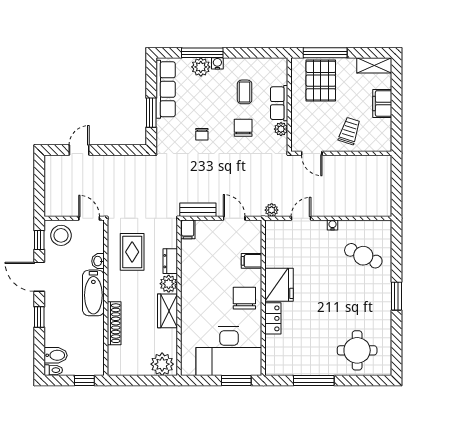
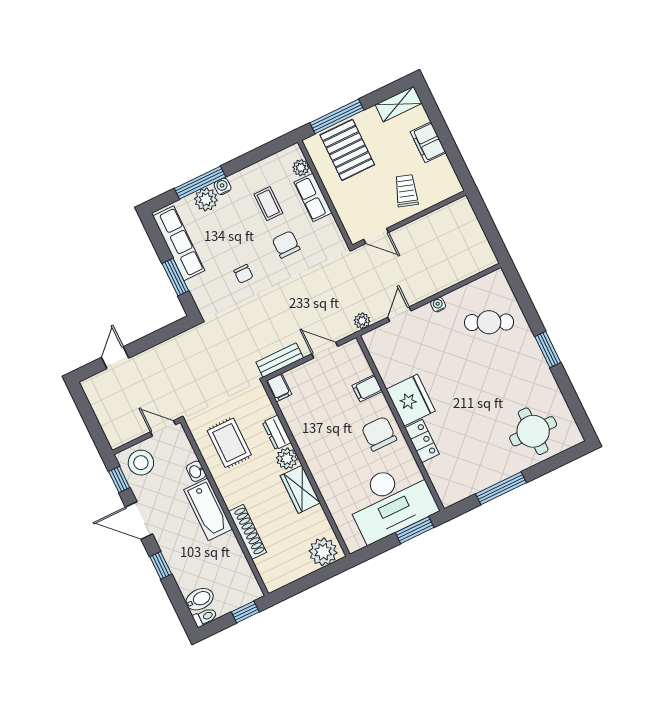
plant: (281, 129) -> (301, 168), moved

